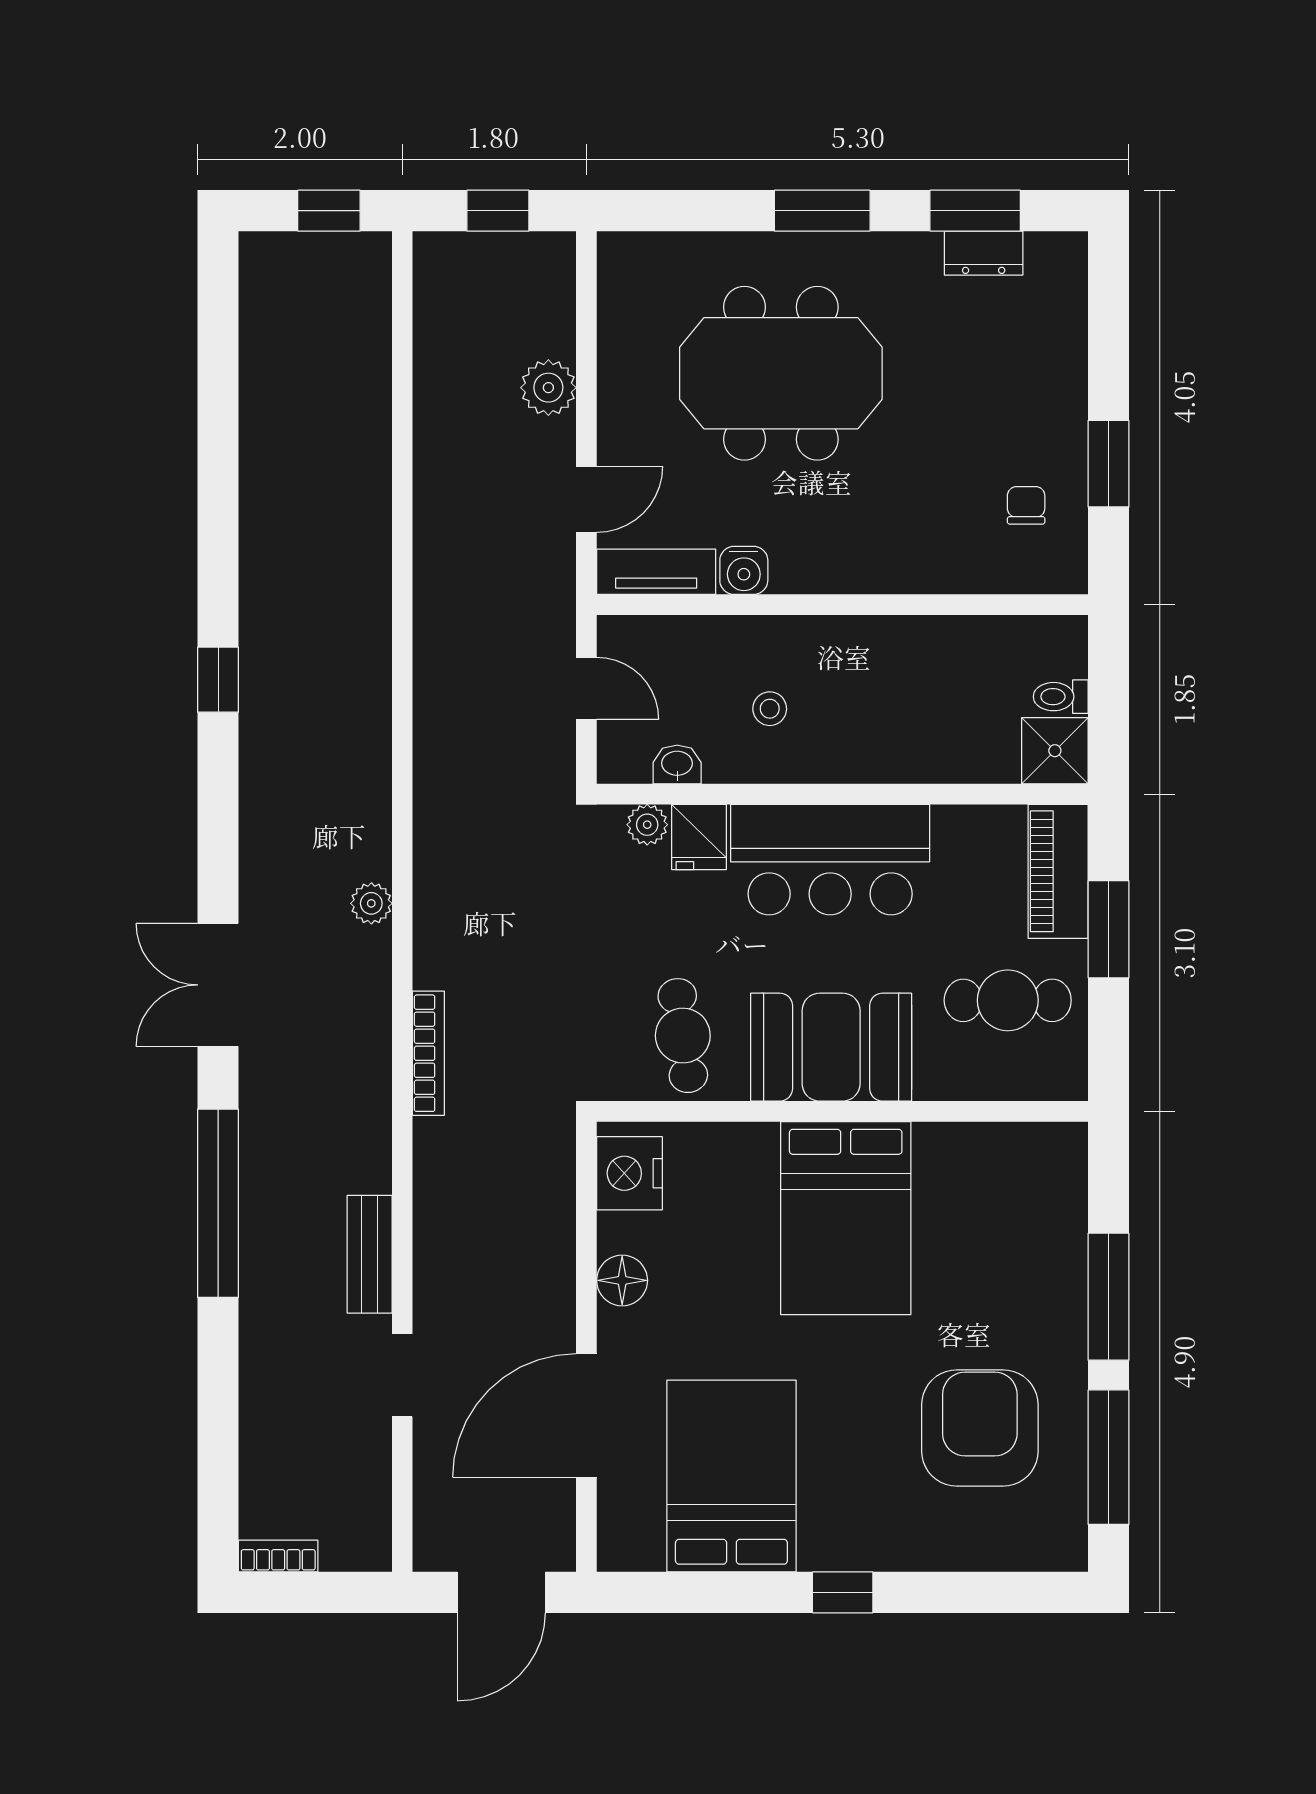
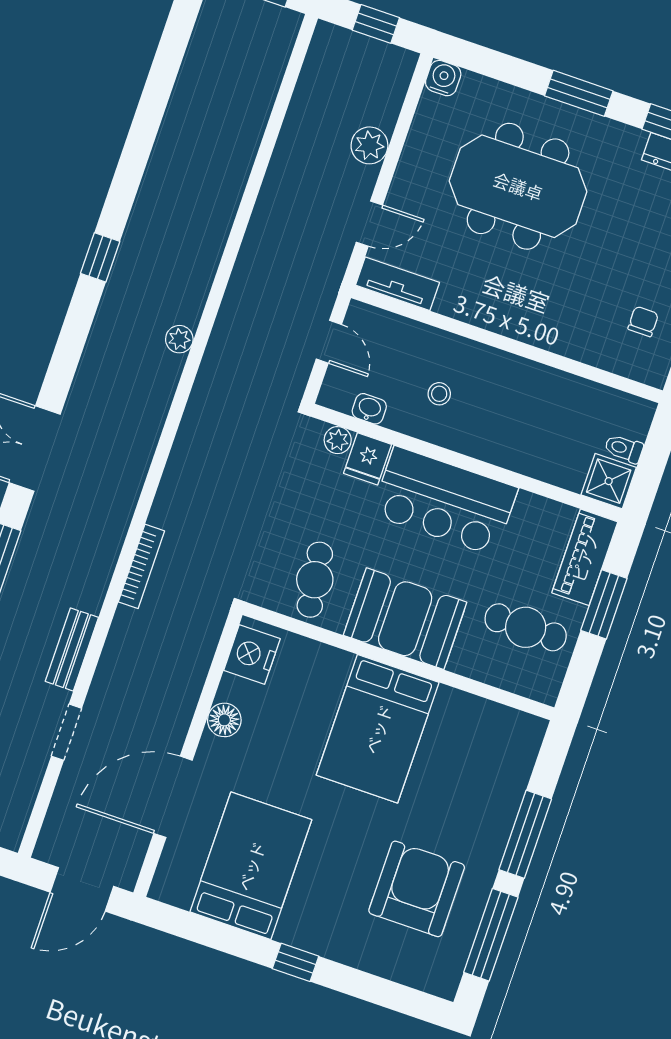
water cooler: (744, 570) -> (443, 78), moved, turned 180
plant: (371, 903) -> (179, 339), moved
bookcase: (428, 1053) -> (141, 566), moved

